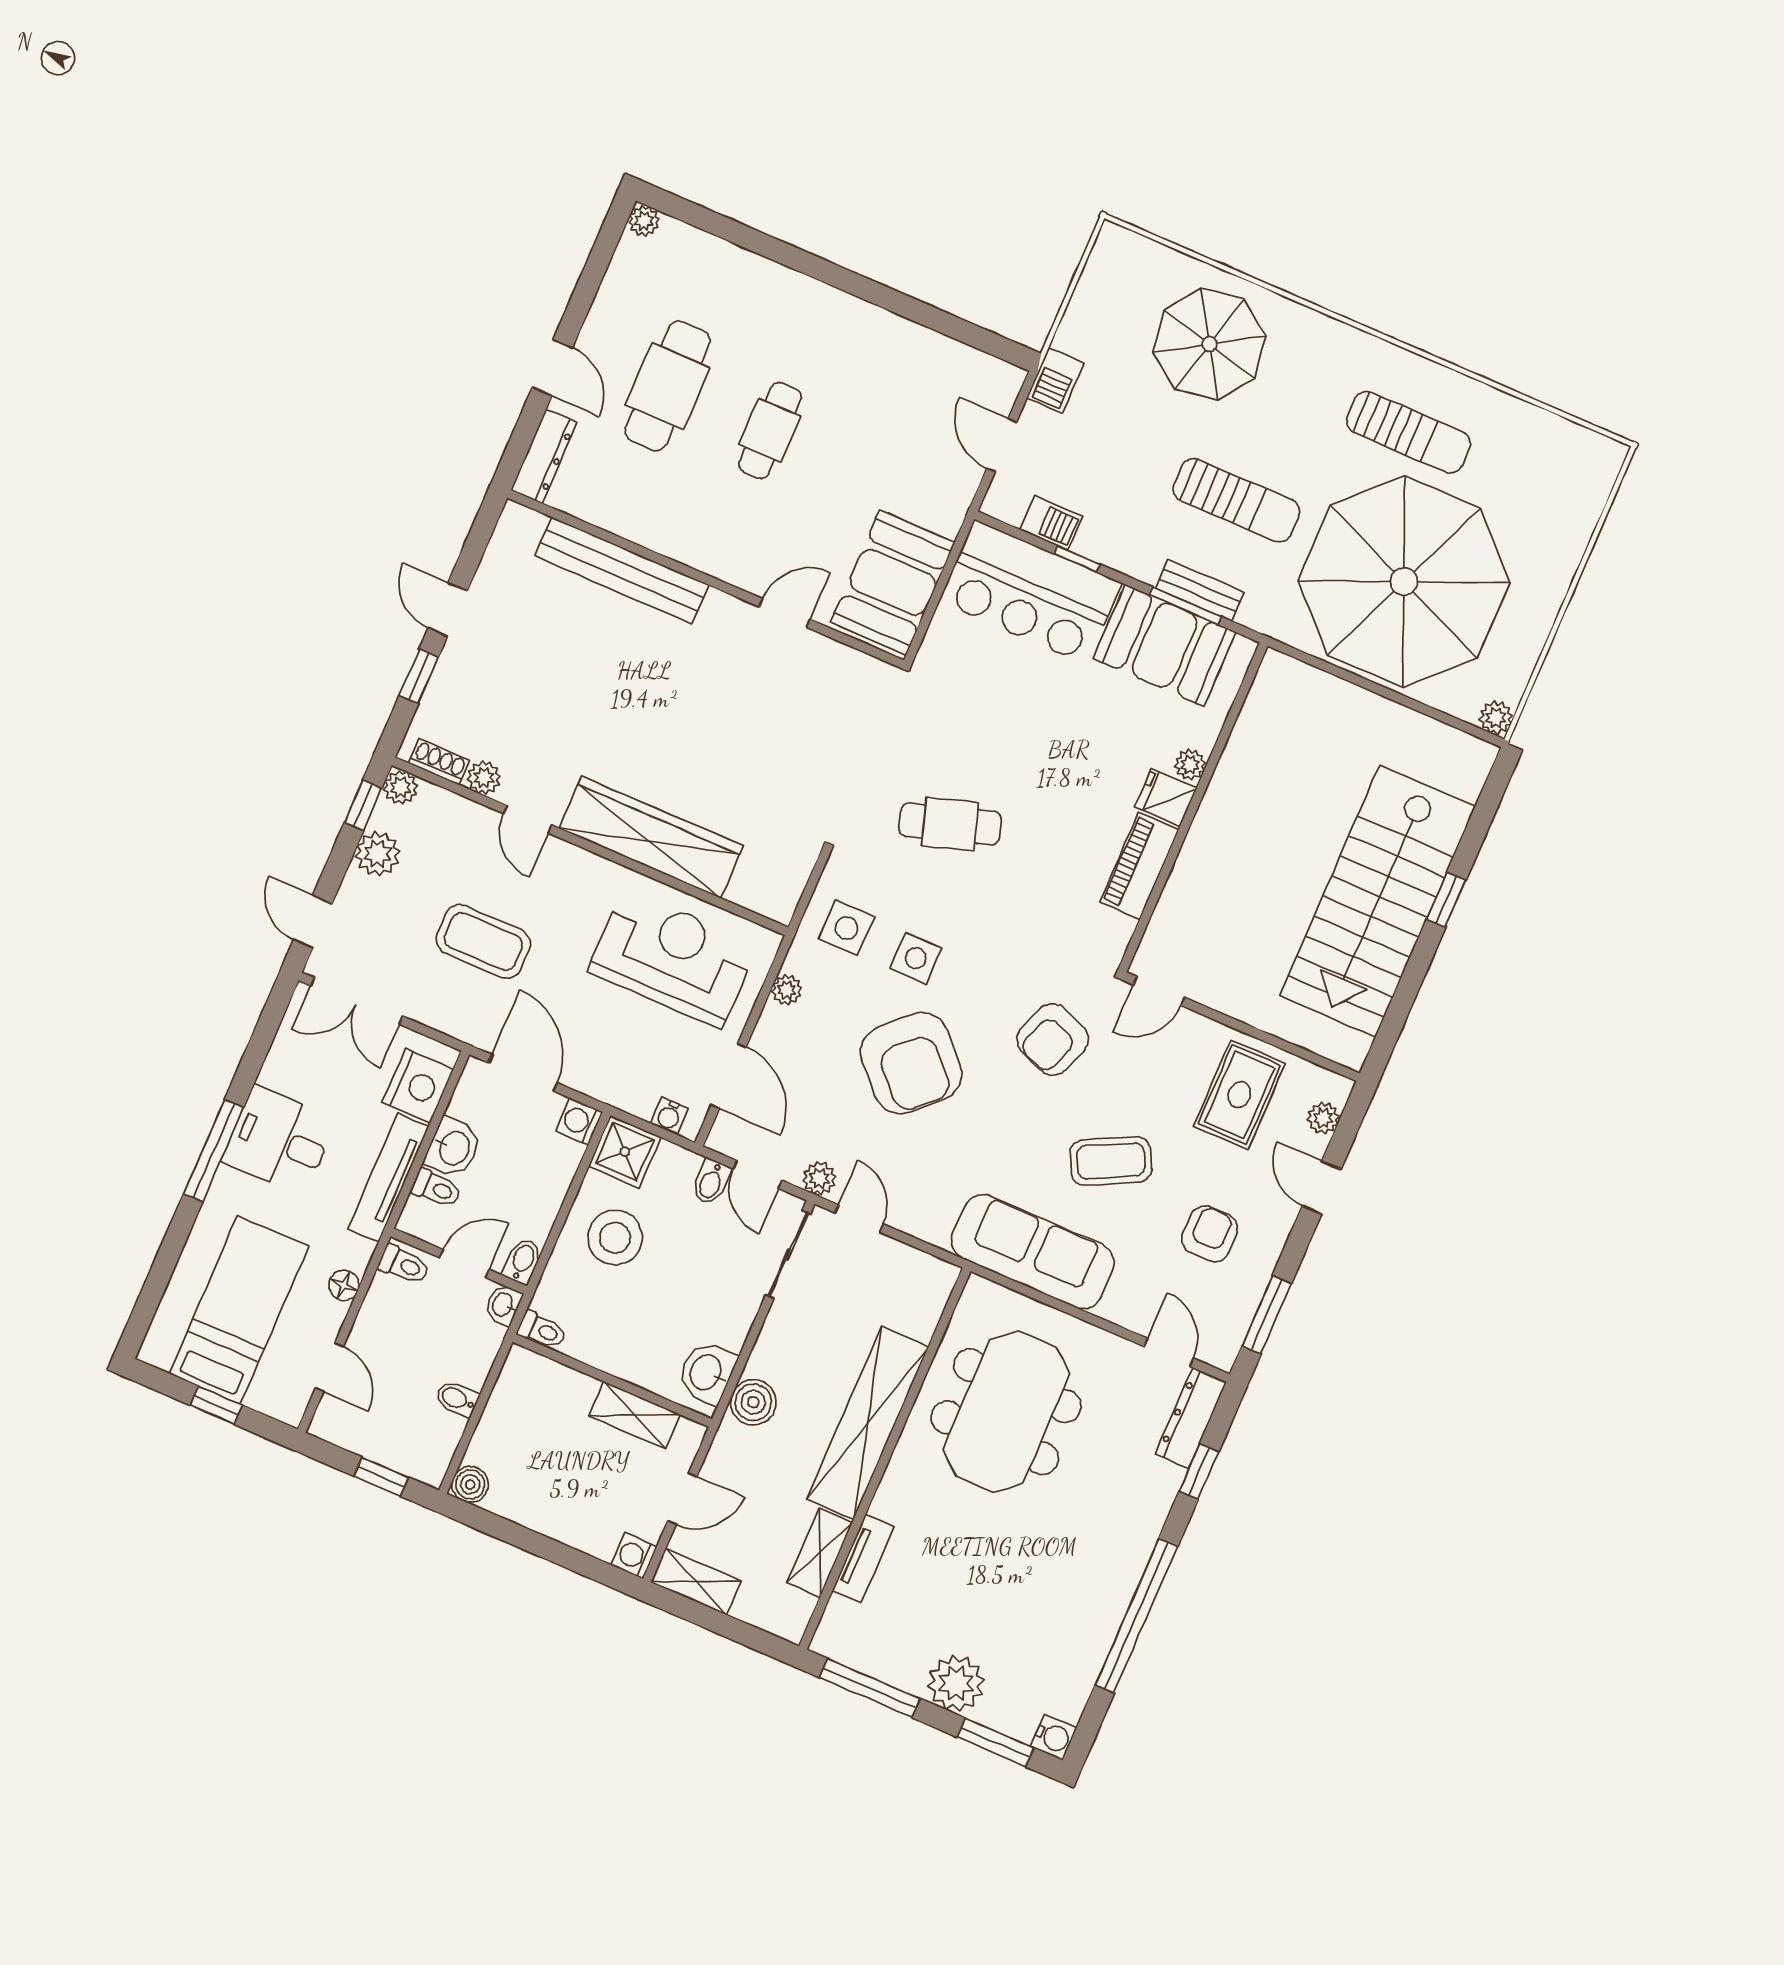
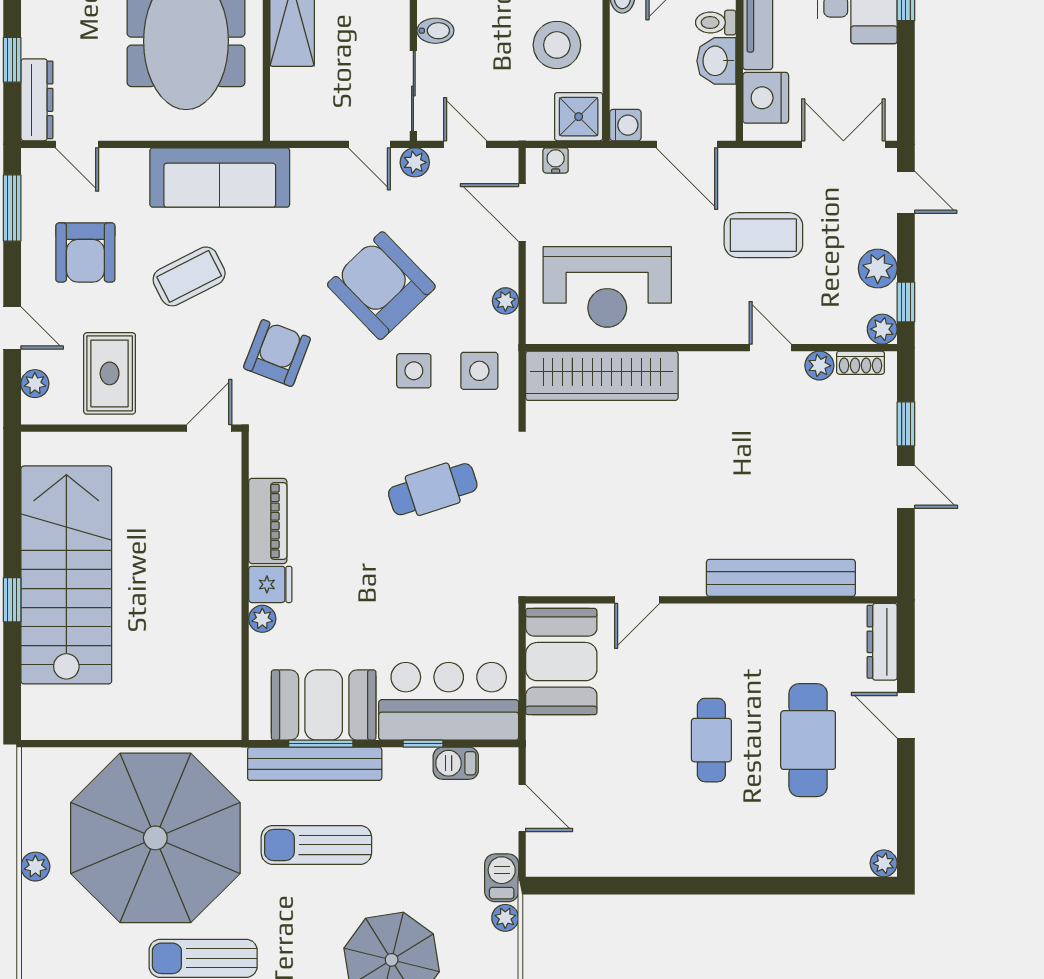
plant: (1070, 337) -> (505, 918), added
bench: (1200, 590) -> (315, 764), width x1.86, depth x1.21
plant: (1496, 718) -> (35, 867), moved
wardrobe: (651, 837) -> (602, 376), moved
bidet: (711, 1182) -> (435, 31), moved, turned 90
armchair: (1210, 1234) -> (85, 252), width x1.38, depth x1.38

